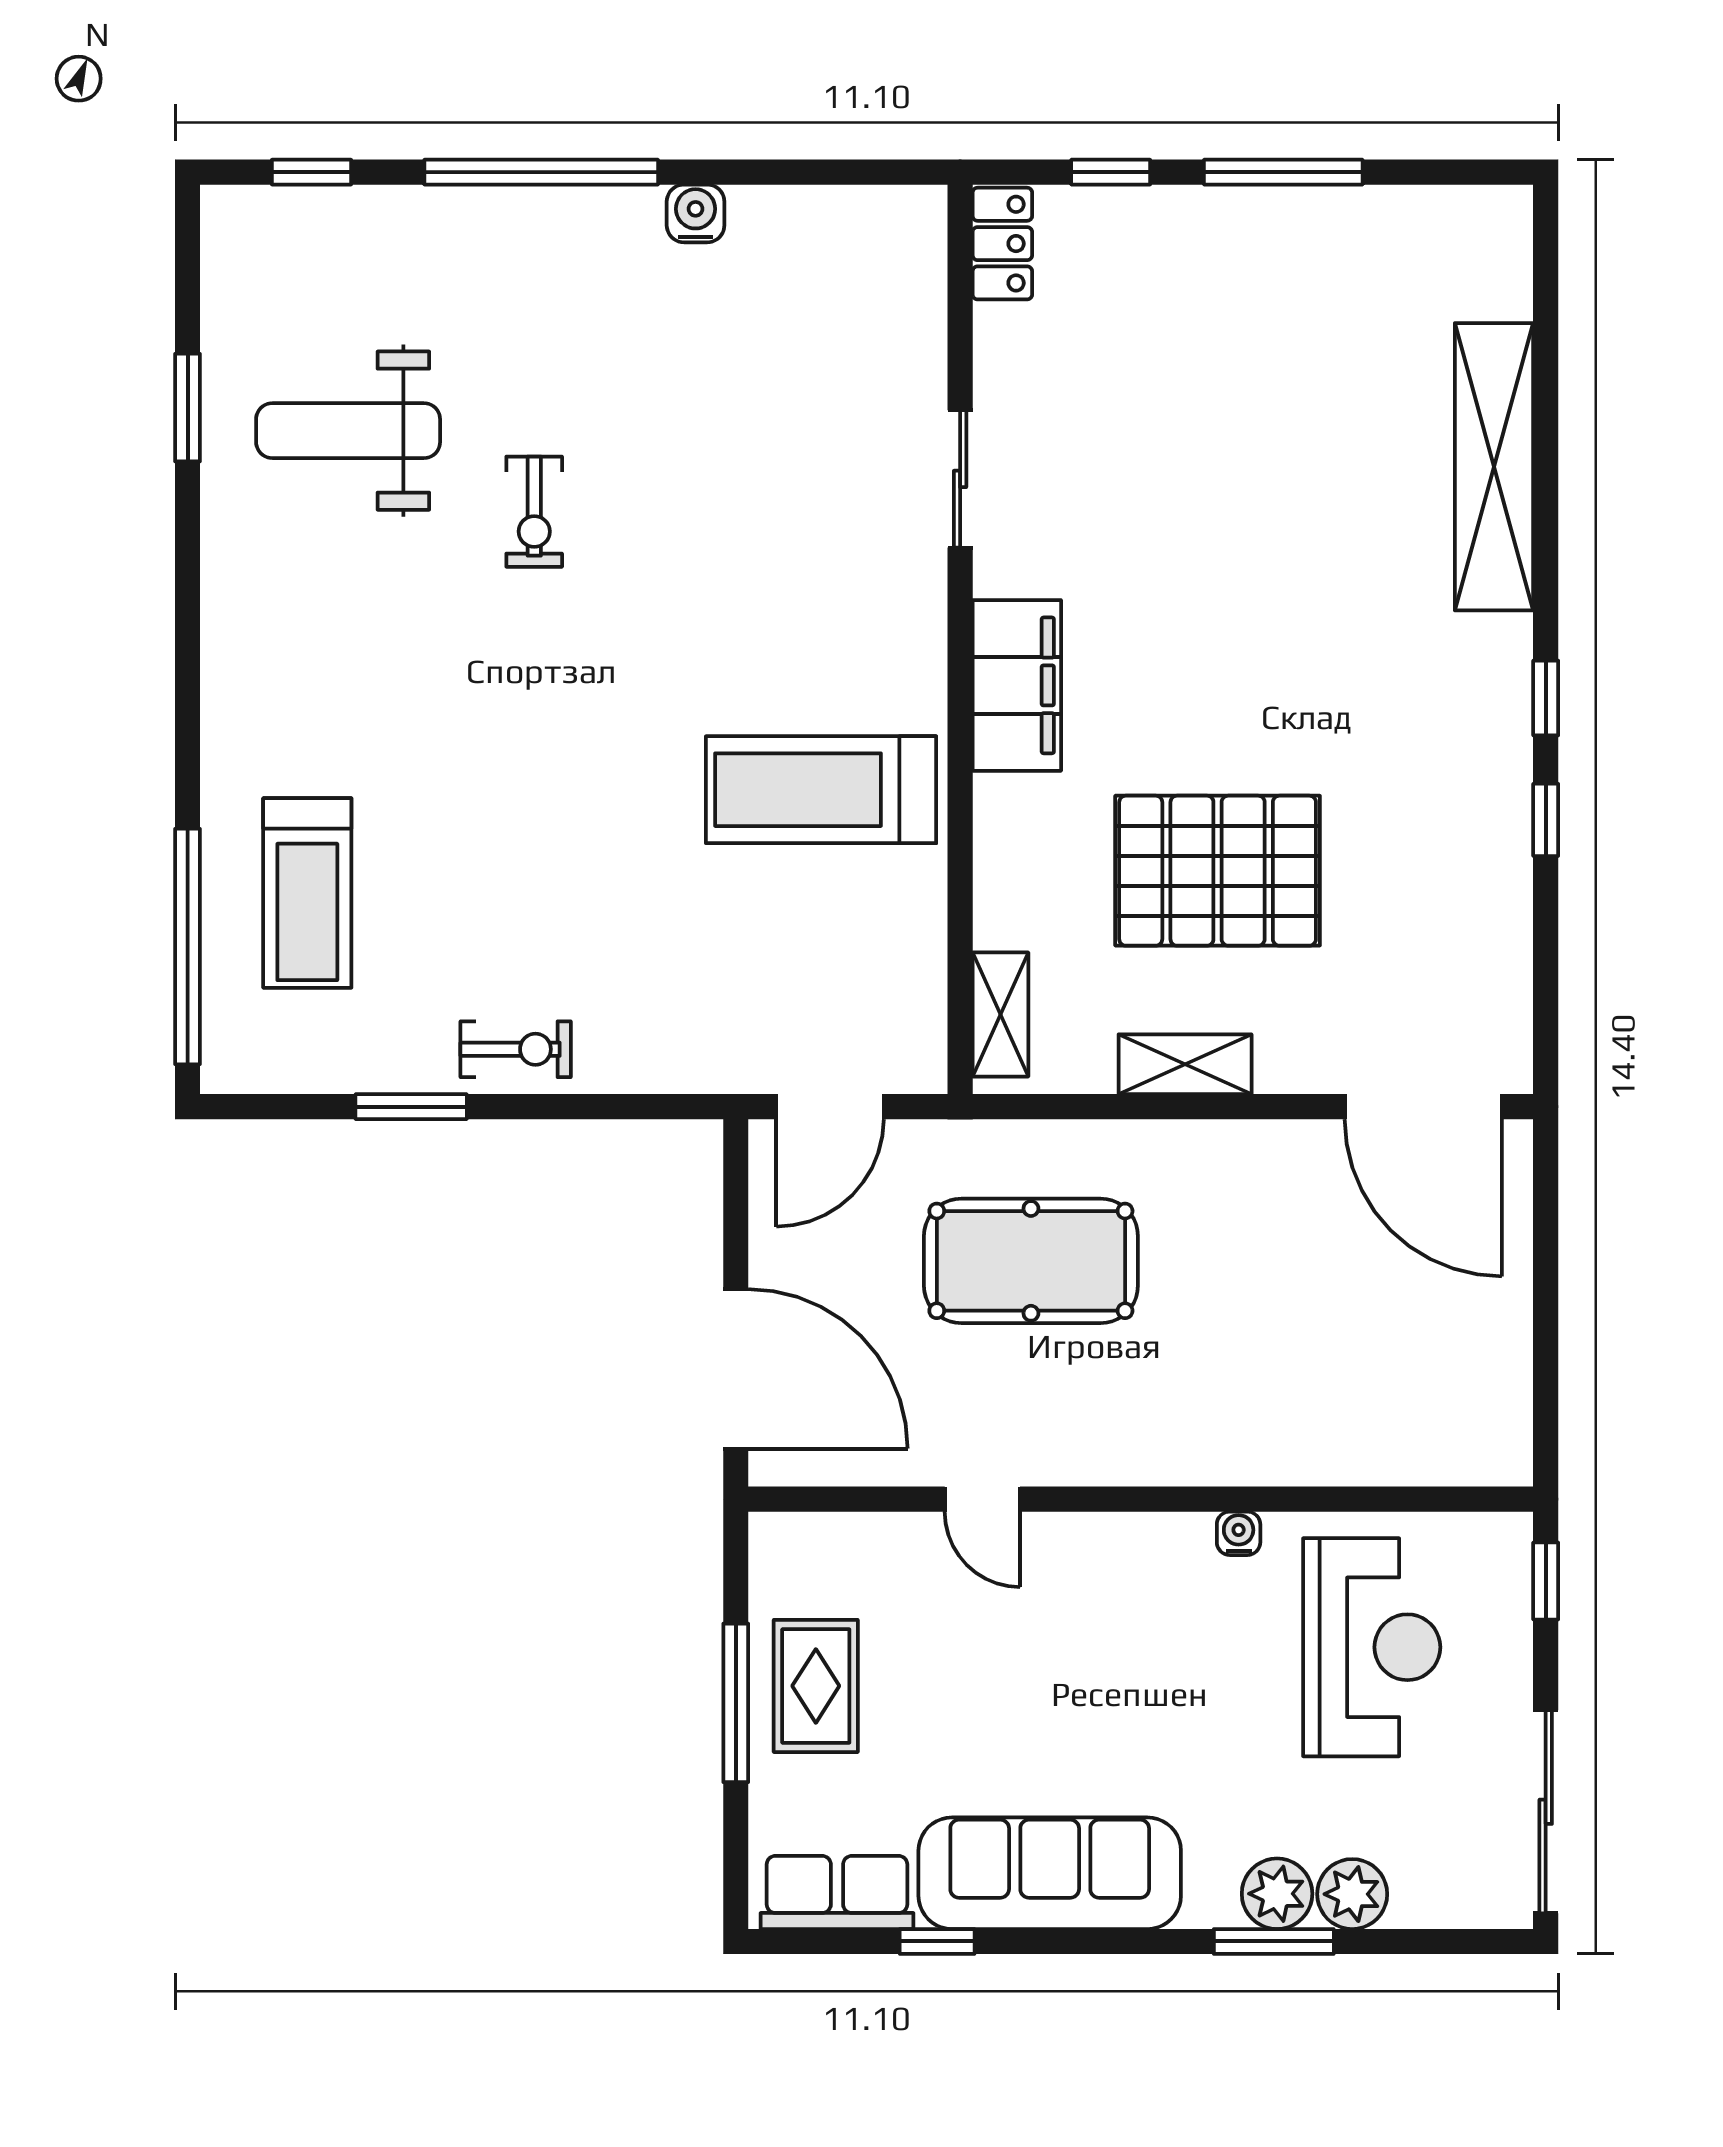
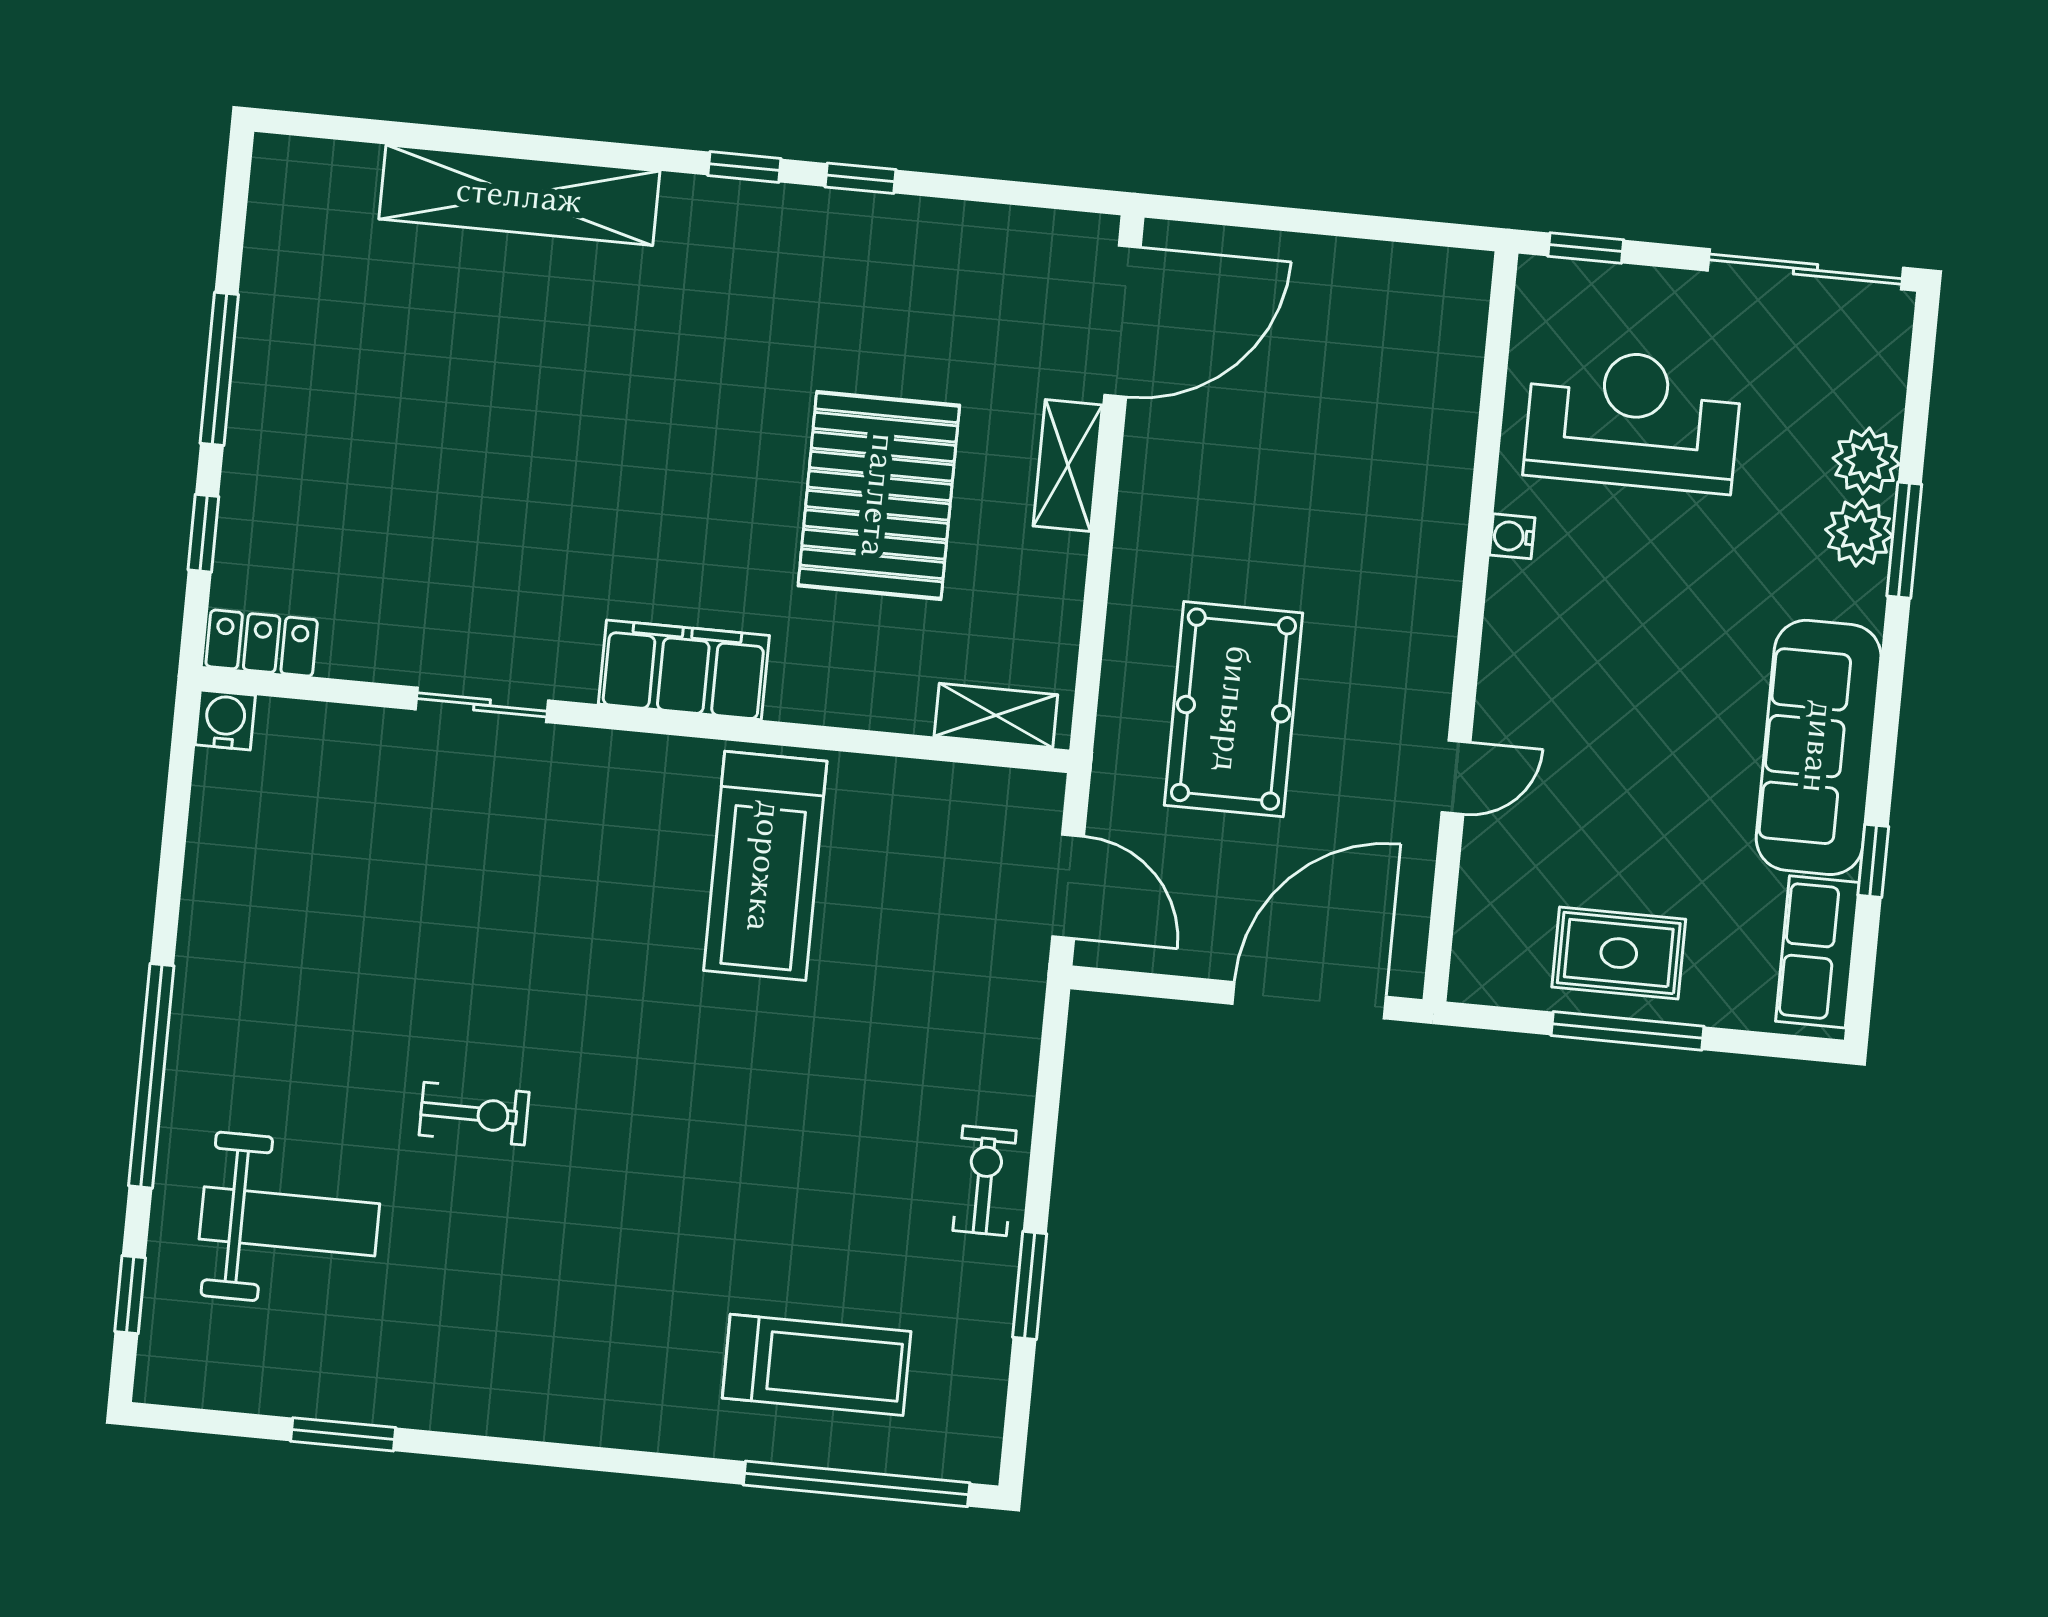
water cooler: (696, 213) -> (225, 720), moved, turned 90
weight bench: (348, 431) -> (289, 1221), moved, turned -90
shelving: (1185, 1064) -> (1068, 466), moved

